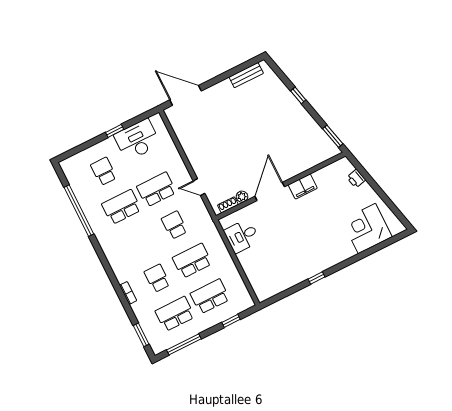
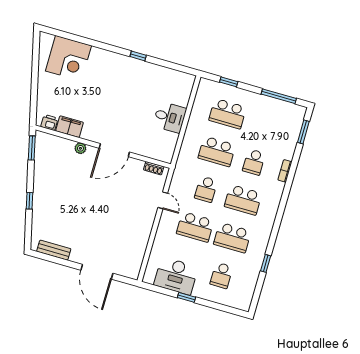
door: (185, 95) -> (97, 272), moved
printer: (356, 179) -> (49, 122), moved, turned -76
filing cabinet: (303, 186) -> (70, 127), moved
plant: (242, 197) -> (80, 148), moved
window: (79, 211) -> (266, 263), width x0.32
desk: (242, 236) -> (170, 117), moved
school desk: (175, 314) -> (243, 200), moved

